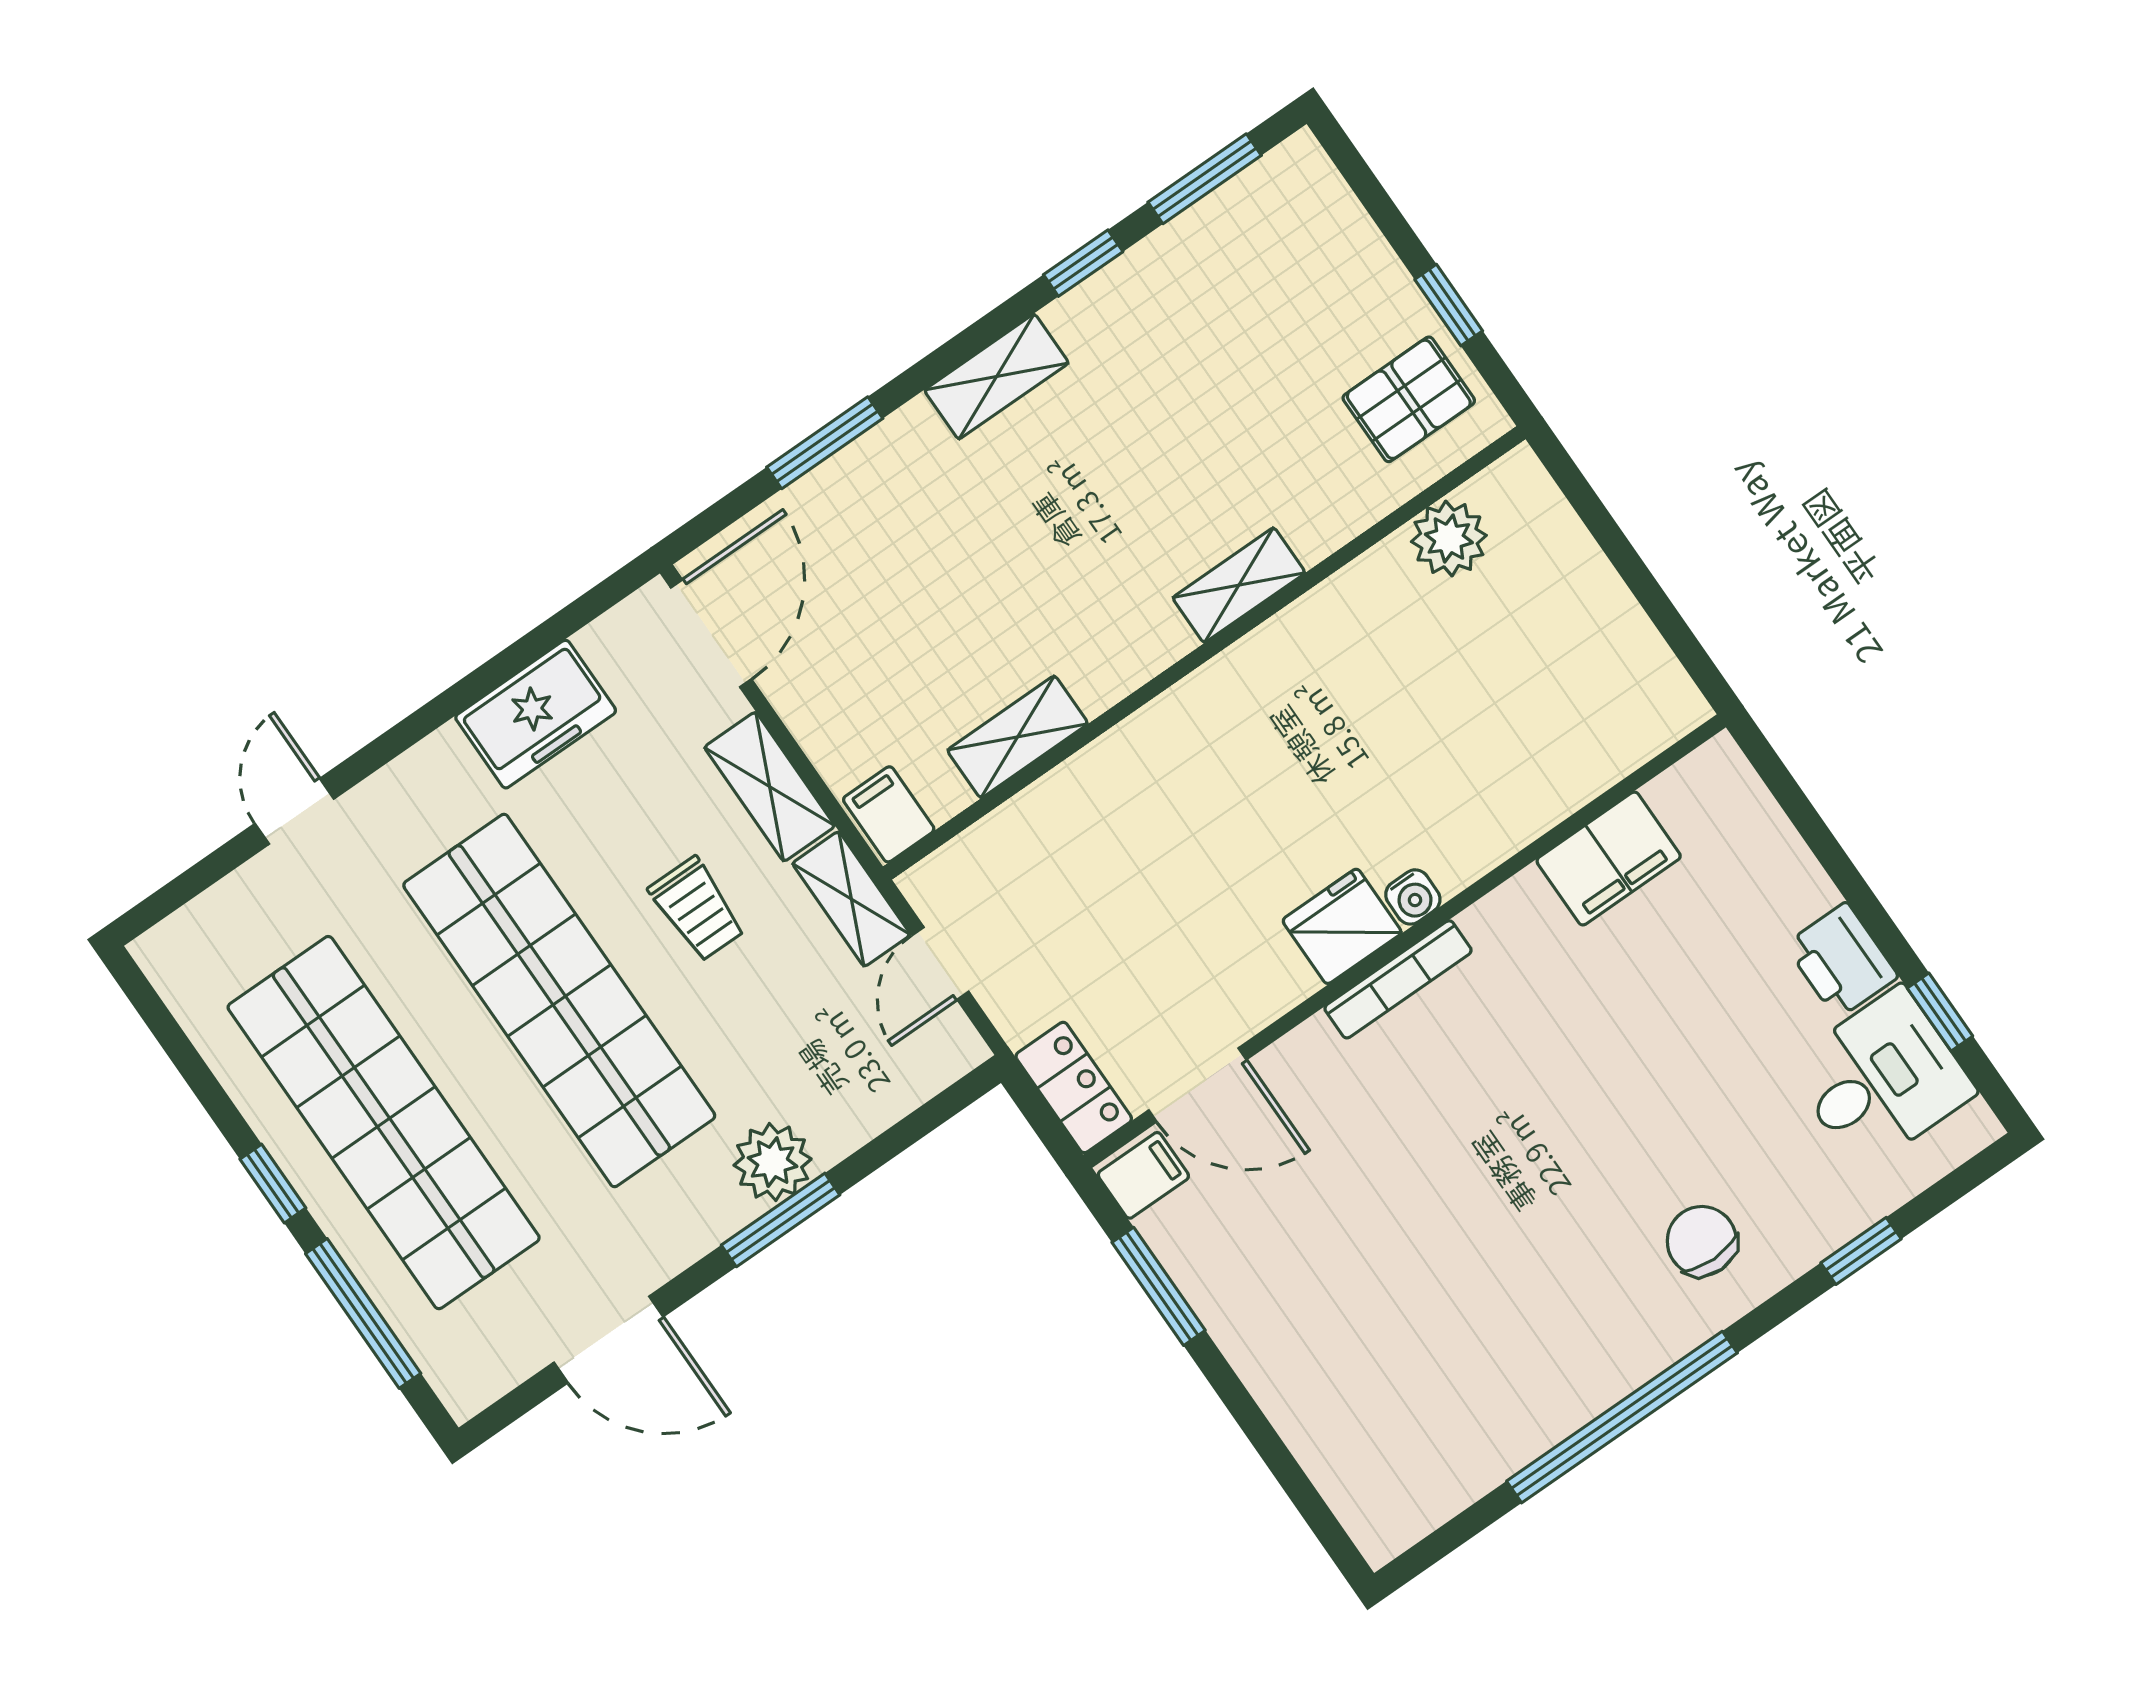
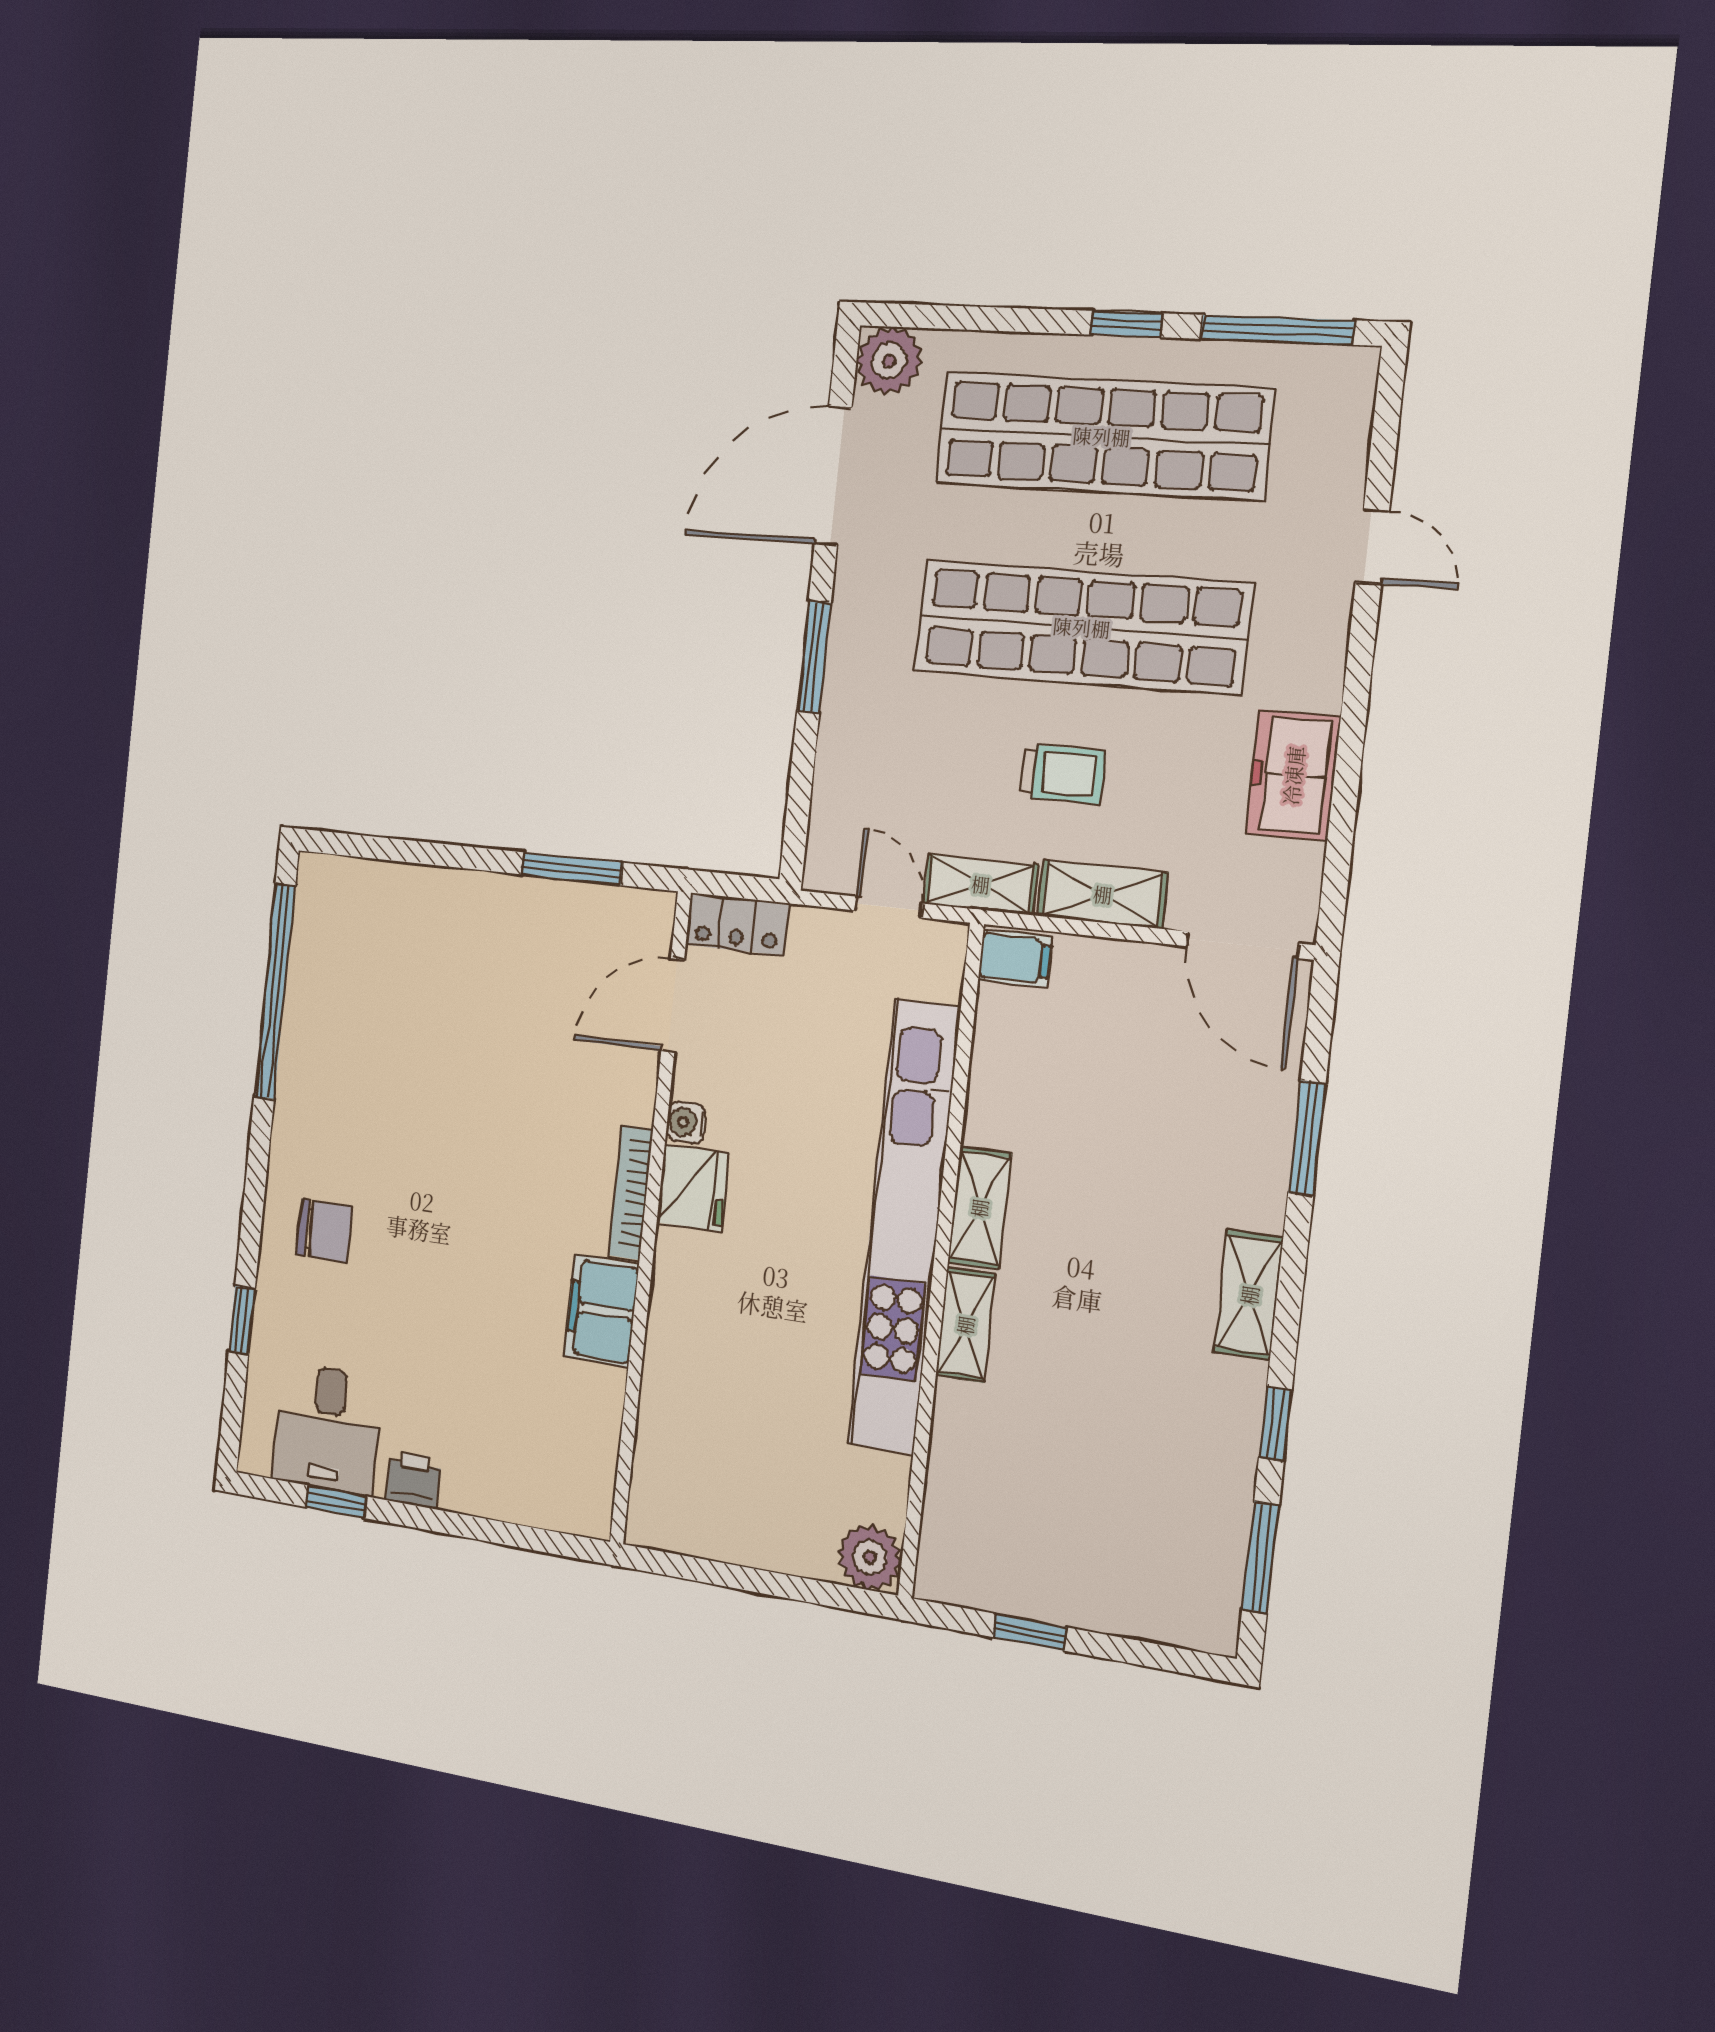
pallet: (1409, 399) -> (990, 1548), removed
plant: (1449, 538) -> (870, 1557), moved
kitchen unit: (1203, 711) -> (904, 1226), added
shelving: (1018, 737) -> (979, 1208), moved
filing cabinet: (1609, 859) -> (601, 1311), moved
water cooler: (1413, 897) -> (686, 1122), moved
trolley: (697, 909) -> (1063, 774), turned 180
printer: (1841, 961) -> (414, 1479), width x0.73, depth x0.81
plant: (773, 1162) -> (889, 361), moved
filing cabinet: (1143, 1175) -> (646, 920), removed
window: (363, 1313) -> (1277, 330), moved
door: (609, 1339) -> (833, 476), width x1.36
window: (1622, 1417) -> (275, 991), moved

